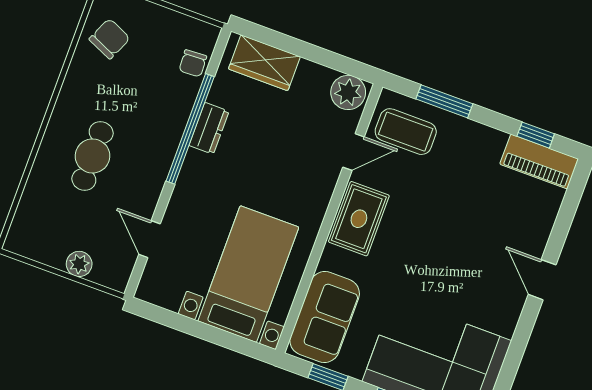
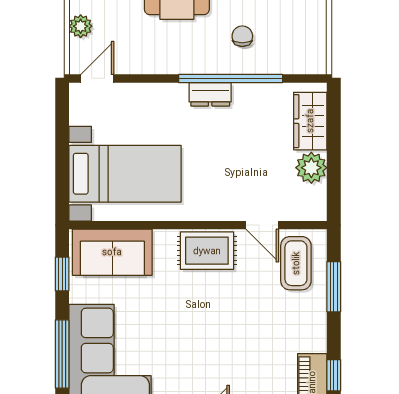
chair: (193, 63) -> (242, 36), moved, turned 93
plant: (348, 92) -> (311, 168), moved
dresser: (209, 128) -> (210, 94), moved
door: (150, 239) -> (97, 78), moved

